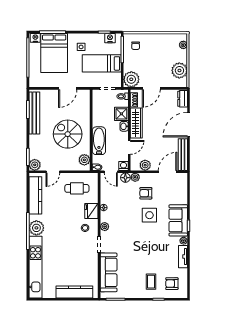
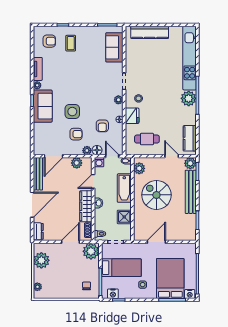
bench: (34, 113) -> (191, 192), moved
shower: (121, 114) -> (124, 217), moved
spiral stairs: (68, 134) -> (156, 195), turned 180
door: (53, 172) -> (172, 156), hinge flipped
kitchen counter: (35, 195) -> (190, 138), width x0.67
armchair: (120, 201) -> (102, 126), added
sofa: (109, 272) -> (114, 47), width x0.73

